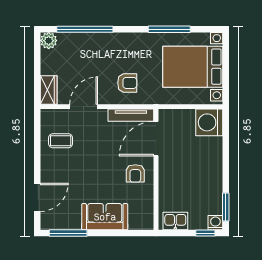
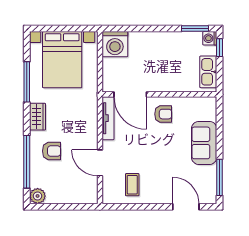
armchair: (127, 83) -> (52, 151), moved, turned 90
wardrobe: (49, 90) -> (38, 117), moved, turned 90
kitchen sink: (175, 221) -> (208, 72), width x1.38

